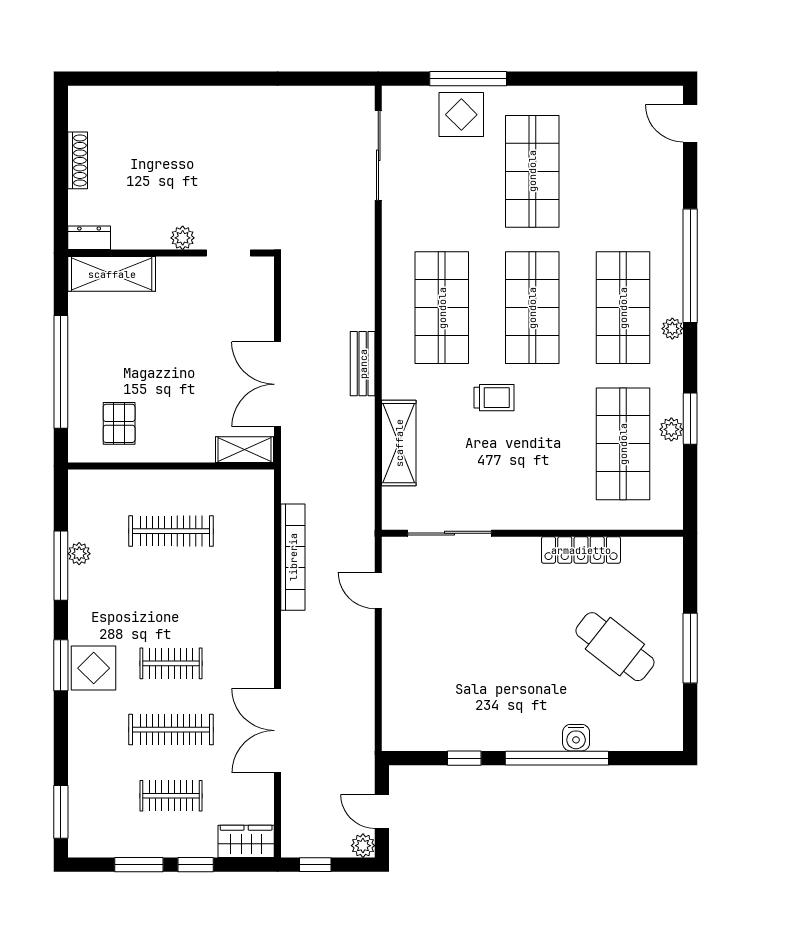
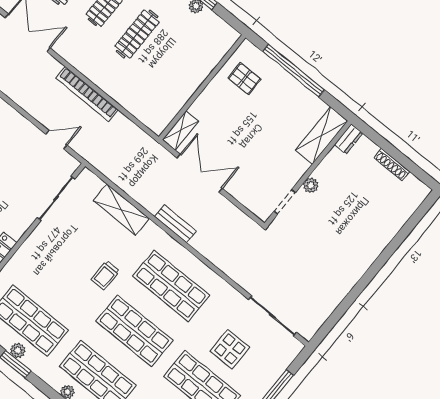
display table: (461, 115) -> (230, 349), moved
clothes rail: (171, 531) -> (137, 34), moved
bookcase: (293, 557) -> (87, 94), moved

